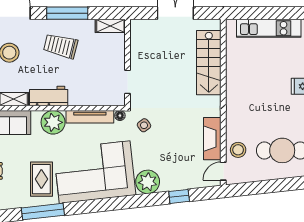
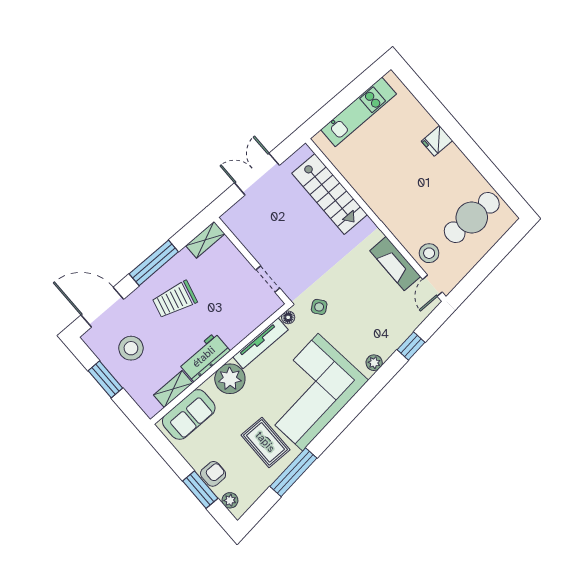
plant: (148, 182) -> (374, 363), width x0.53, depth x0.53

